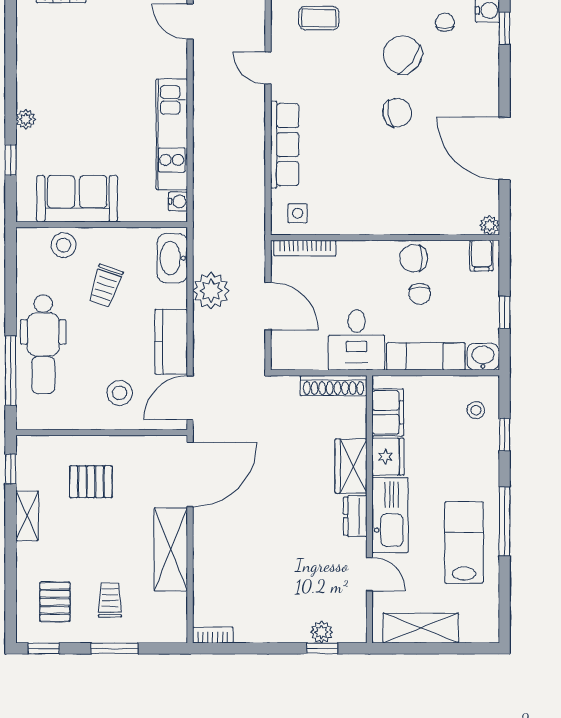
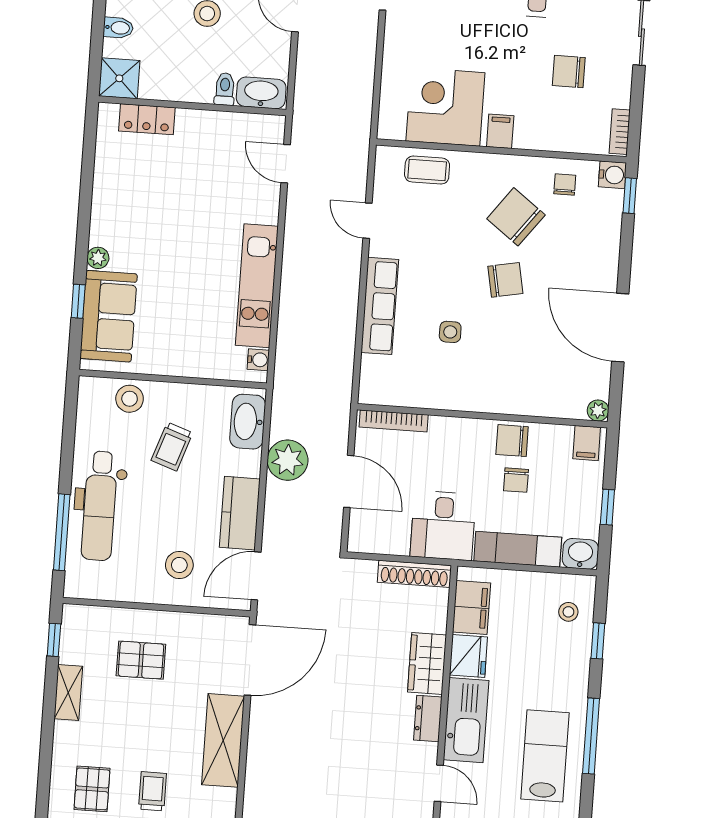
sofa: (77, 199) -> (109, 316), moved, turned 90
side table: (298, 213) -> (450, 332), moved

